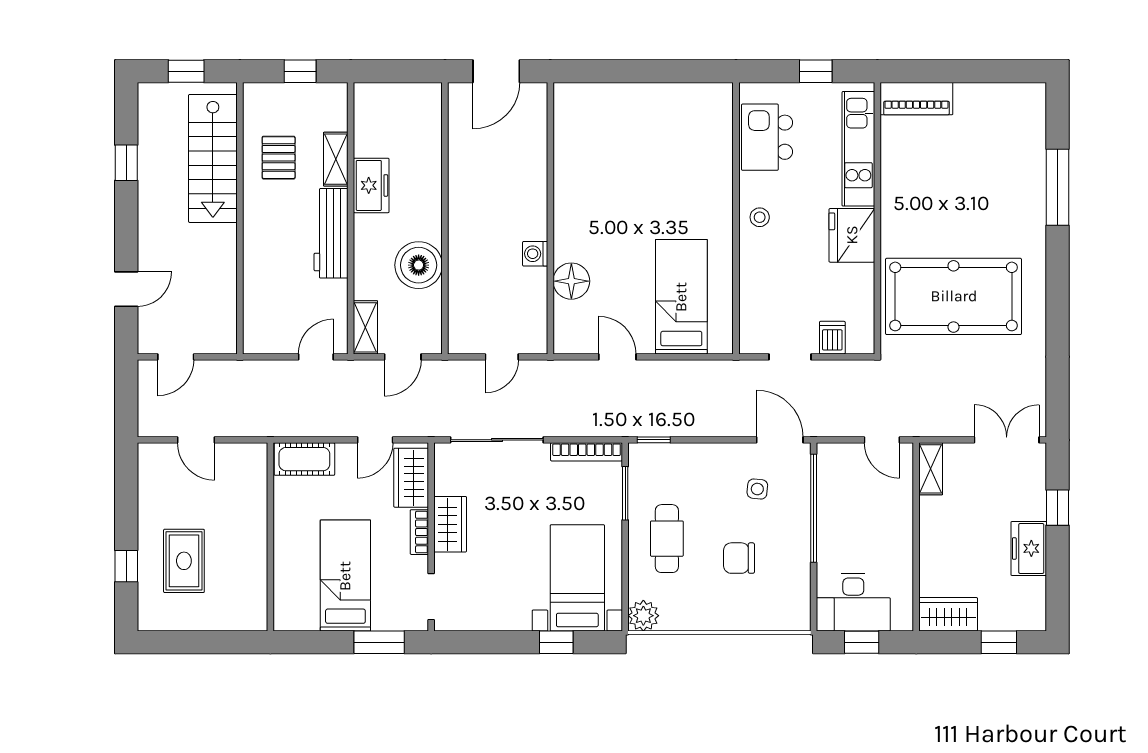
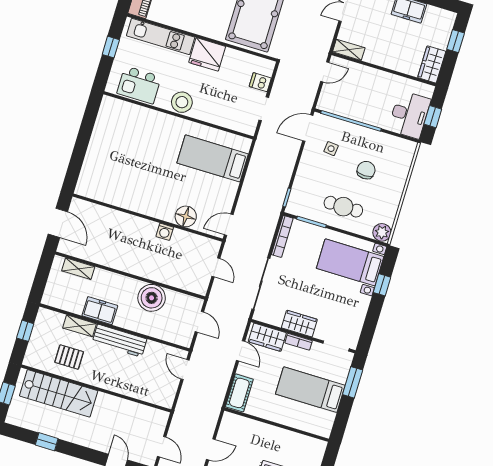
stool: (760, 217) -> (182, 102), width x1.89, depth x1.89
shelving: (365, 327) -> (78, 269), moved
door: (617, 357) -> (229, 225), moved
chair: (739, 558) -> (366, 170), turned 180

